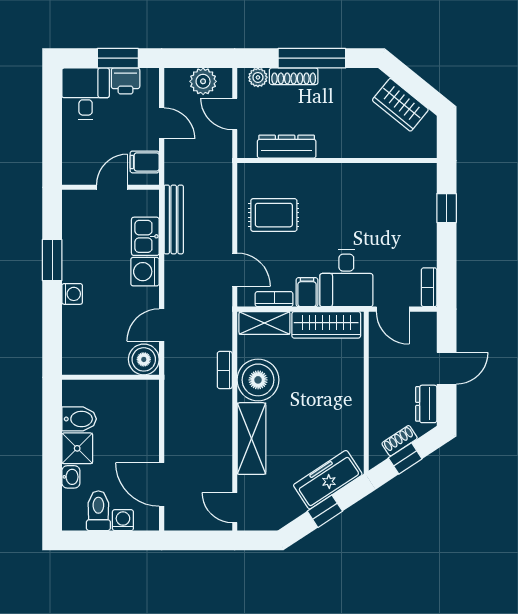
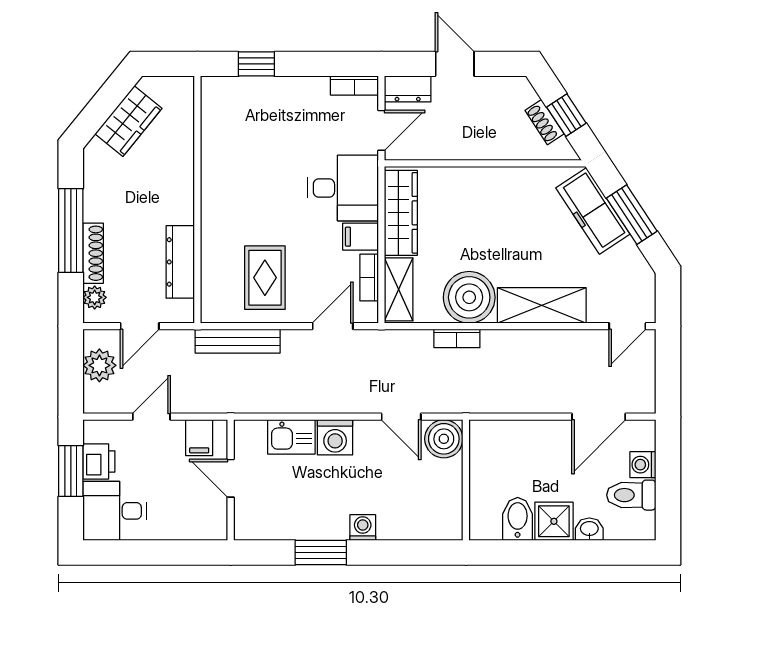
bench: (174, 219) -> (238, 341), moved
dresser: (426, 404) -> (408, 89), moved
window: (325, 511) -> (632, 215), width x1.50

